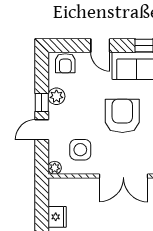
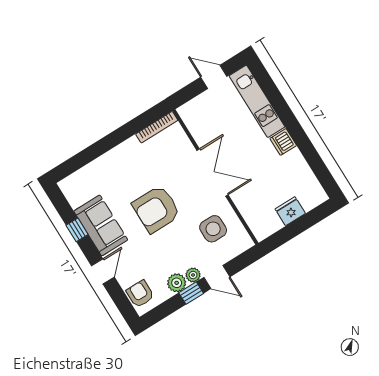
armchair: (65, 63) -> (140, 294), turned -90
plant: (55, 168) -> (193, 275), moved

